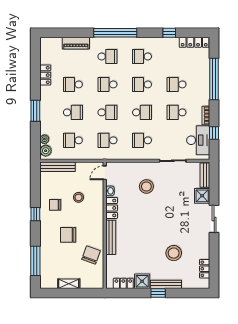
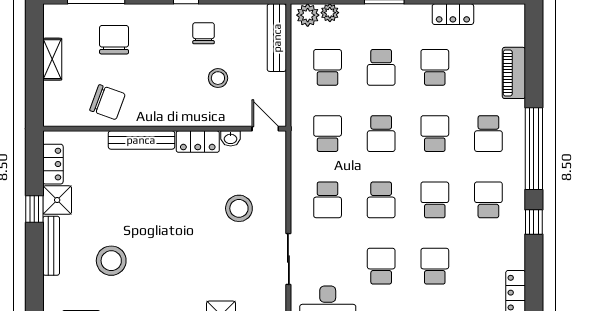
window: (169, 33) -> (534, 222), moved
school desk: (142, 140) -> (328, 200), turned 180
chair: (68, 235) -> (114, 40), moved
window: (158, 293) -> (34, 209), moved

